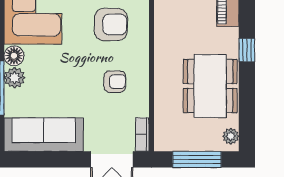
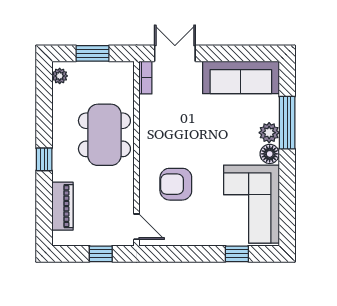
armchair: (115, 82) -> (172, 129), removed
dining table: (210, 86) -> (104, 135), moved
window: (197, 159) -> (92, 53), width x0.69

